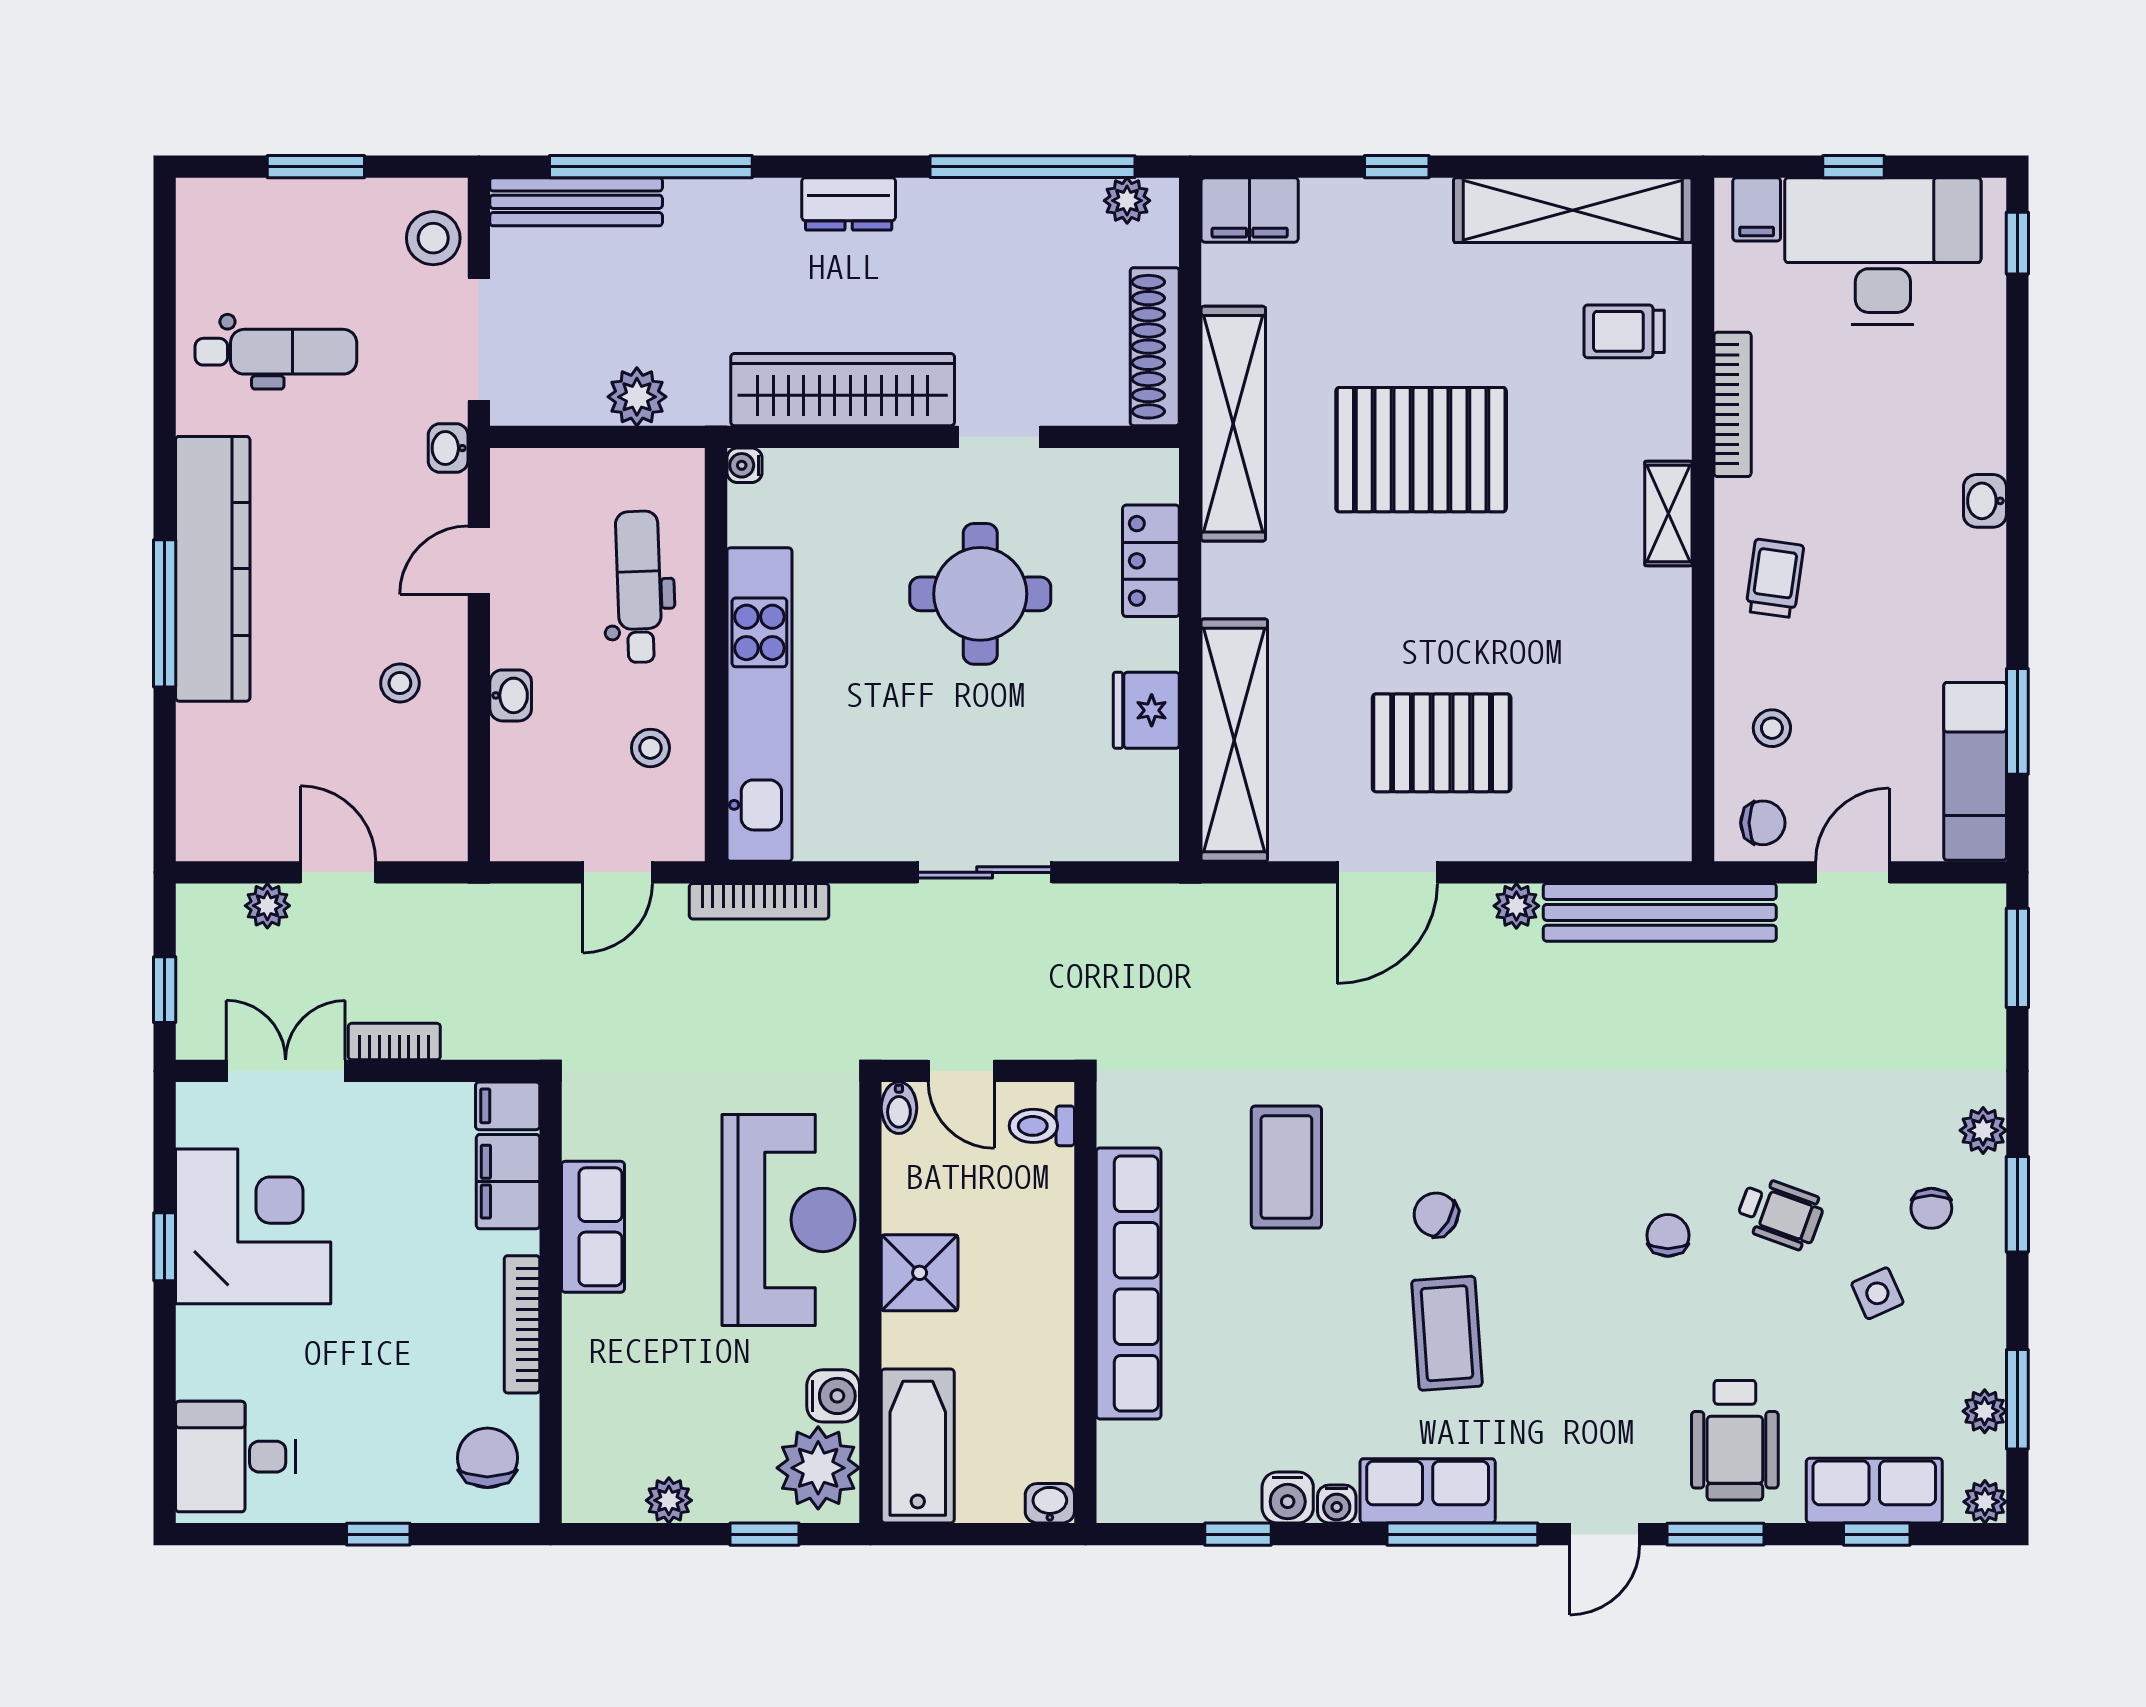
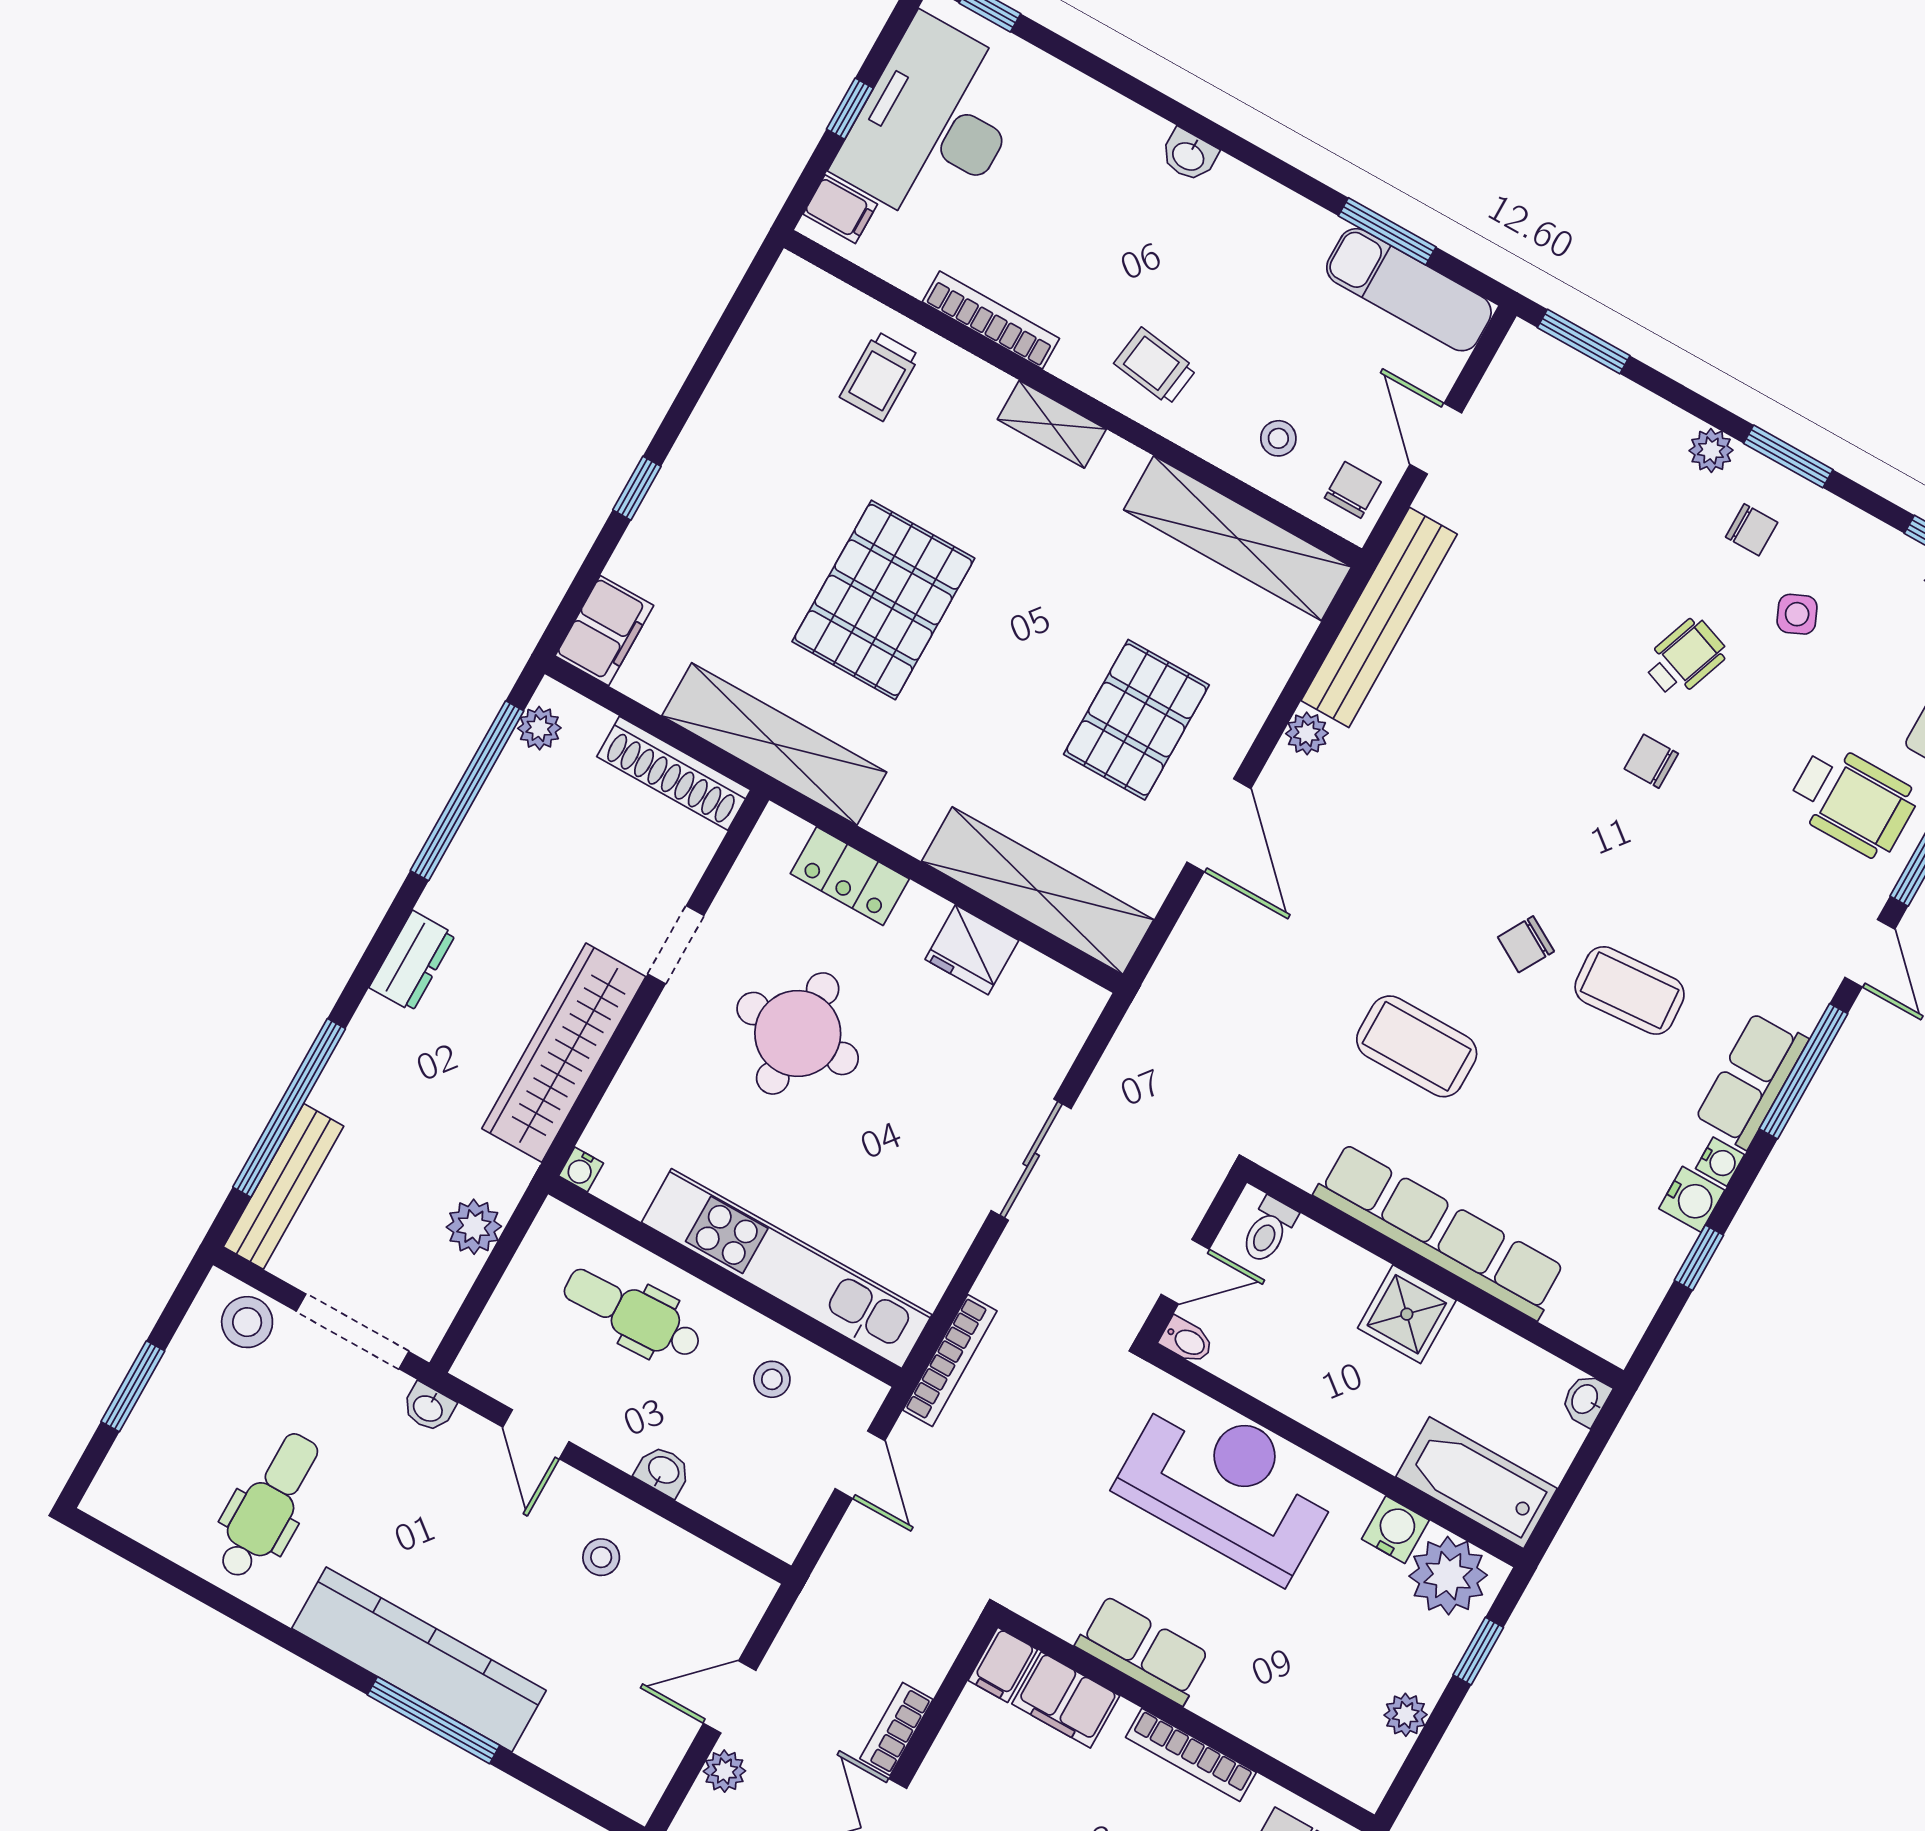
shelving: (1573, 210) -> (1238, 538), moved, turned 90
shower: (920, 1273) -> (1407, 1314), moved

